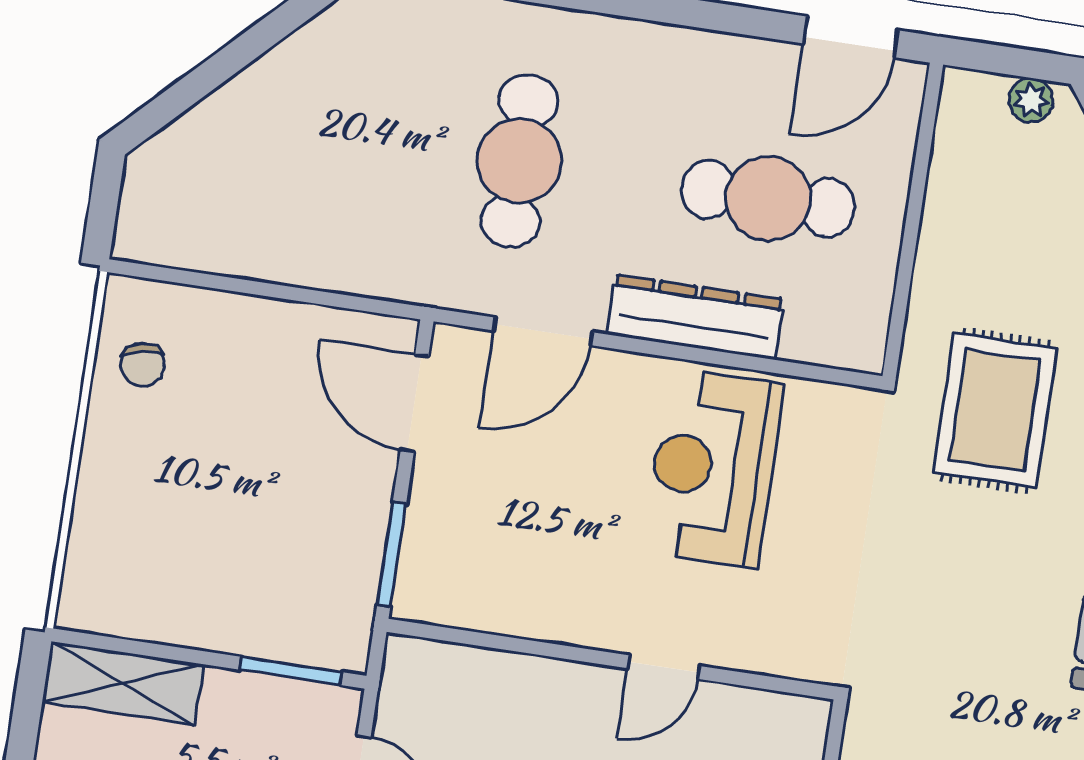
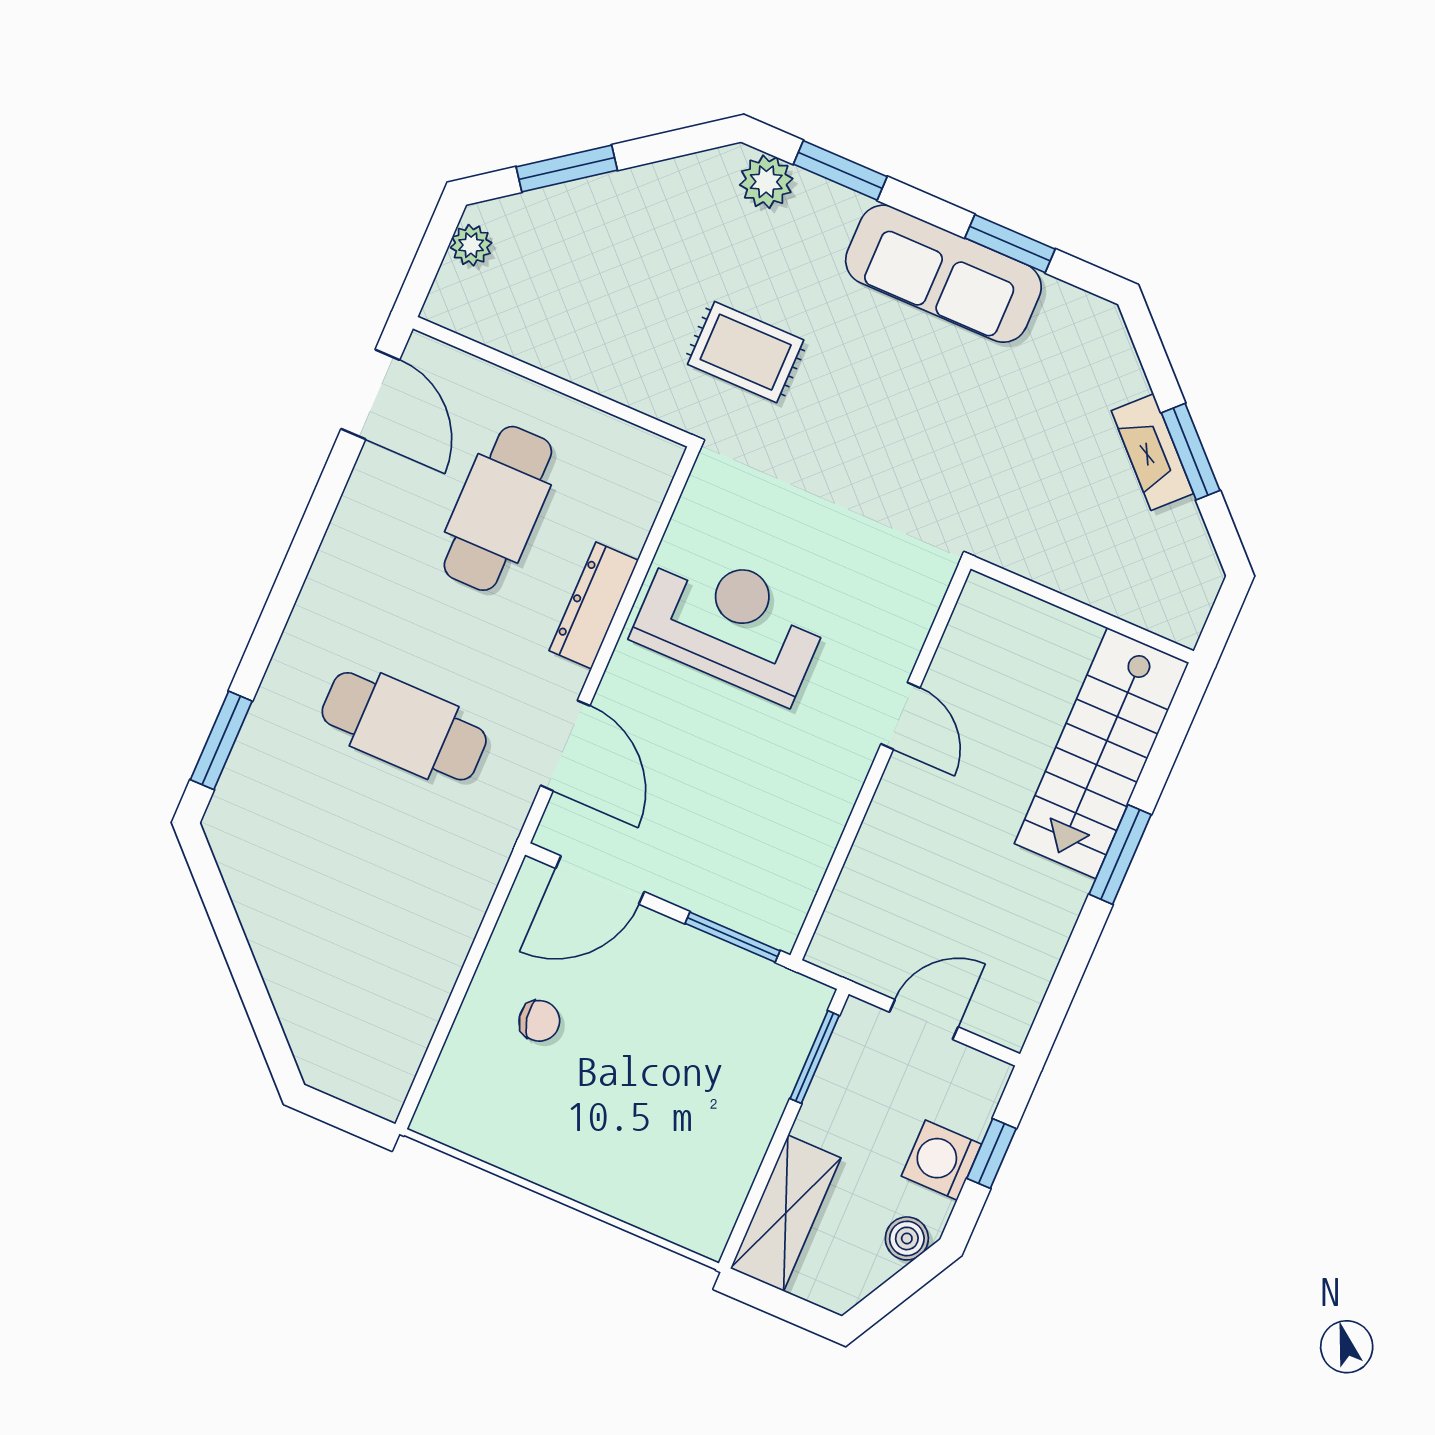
dresser: (695, 317) -> (594, 605), width x0.73, depth x0.80
chair: (143, 365) -> (539, 1021), moved
rug: (995, 410) -> (746, 352), width x0.73, depth x0.70
reception desk: (713, 468) -> (731, 623), turned 180

